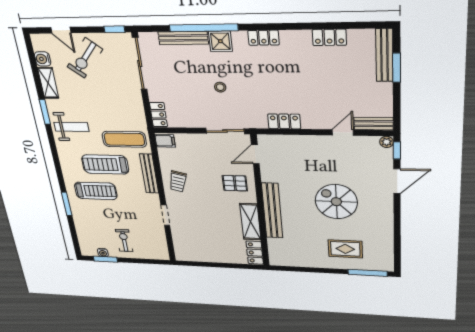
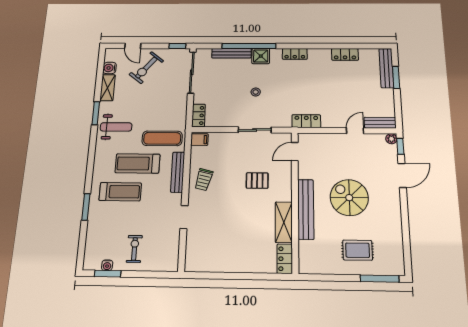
door: (255, 154) -> (295, 152), moved
wall: (260, 203) -> (295, 201), moved
bench: (272, 211) -> (306, 209), moved
shelving: (250, 222) -> (284, 222), moved
locker: (255, 253) -> (285, 259), moved

